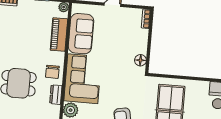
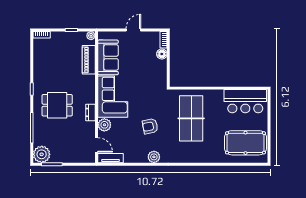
floor lamp: (140, 60) -> (162, 54), moved
chair: (52, 72) -> (86, 93), removed

